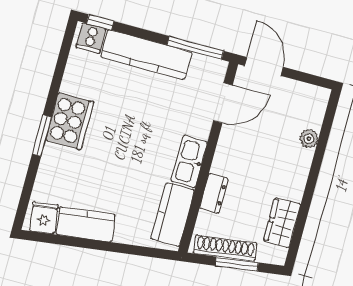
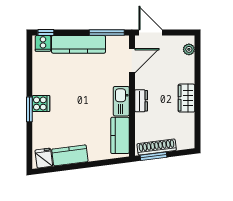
cooker: (70, 121) -> (41, 104), width x0.53, depth x0.76
plant: (309, 139) -> (189, 49), moved
dresser: (214, 193) -> (141, 101), moved
wardrobe: (282, 223) -> (186, 98), moved
window: (237, 264) -> (153, 156), moved

